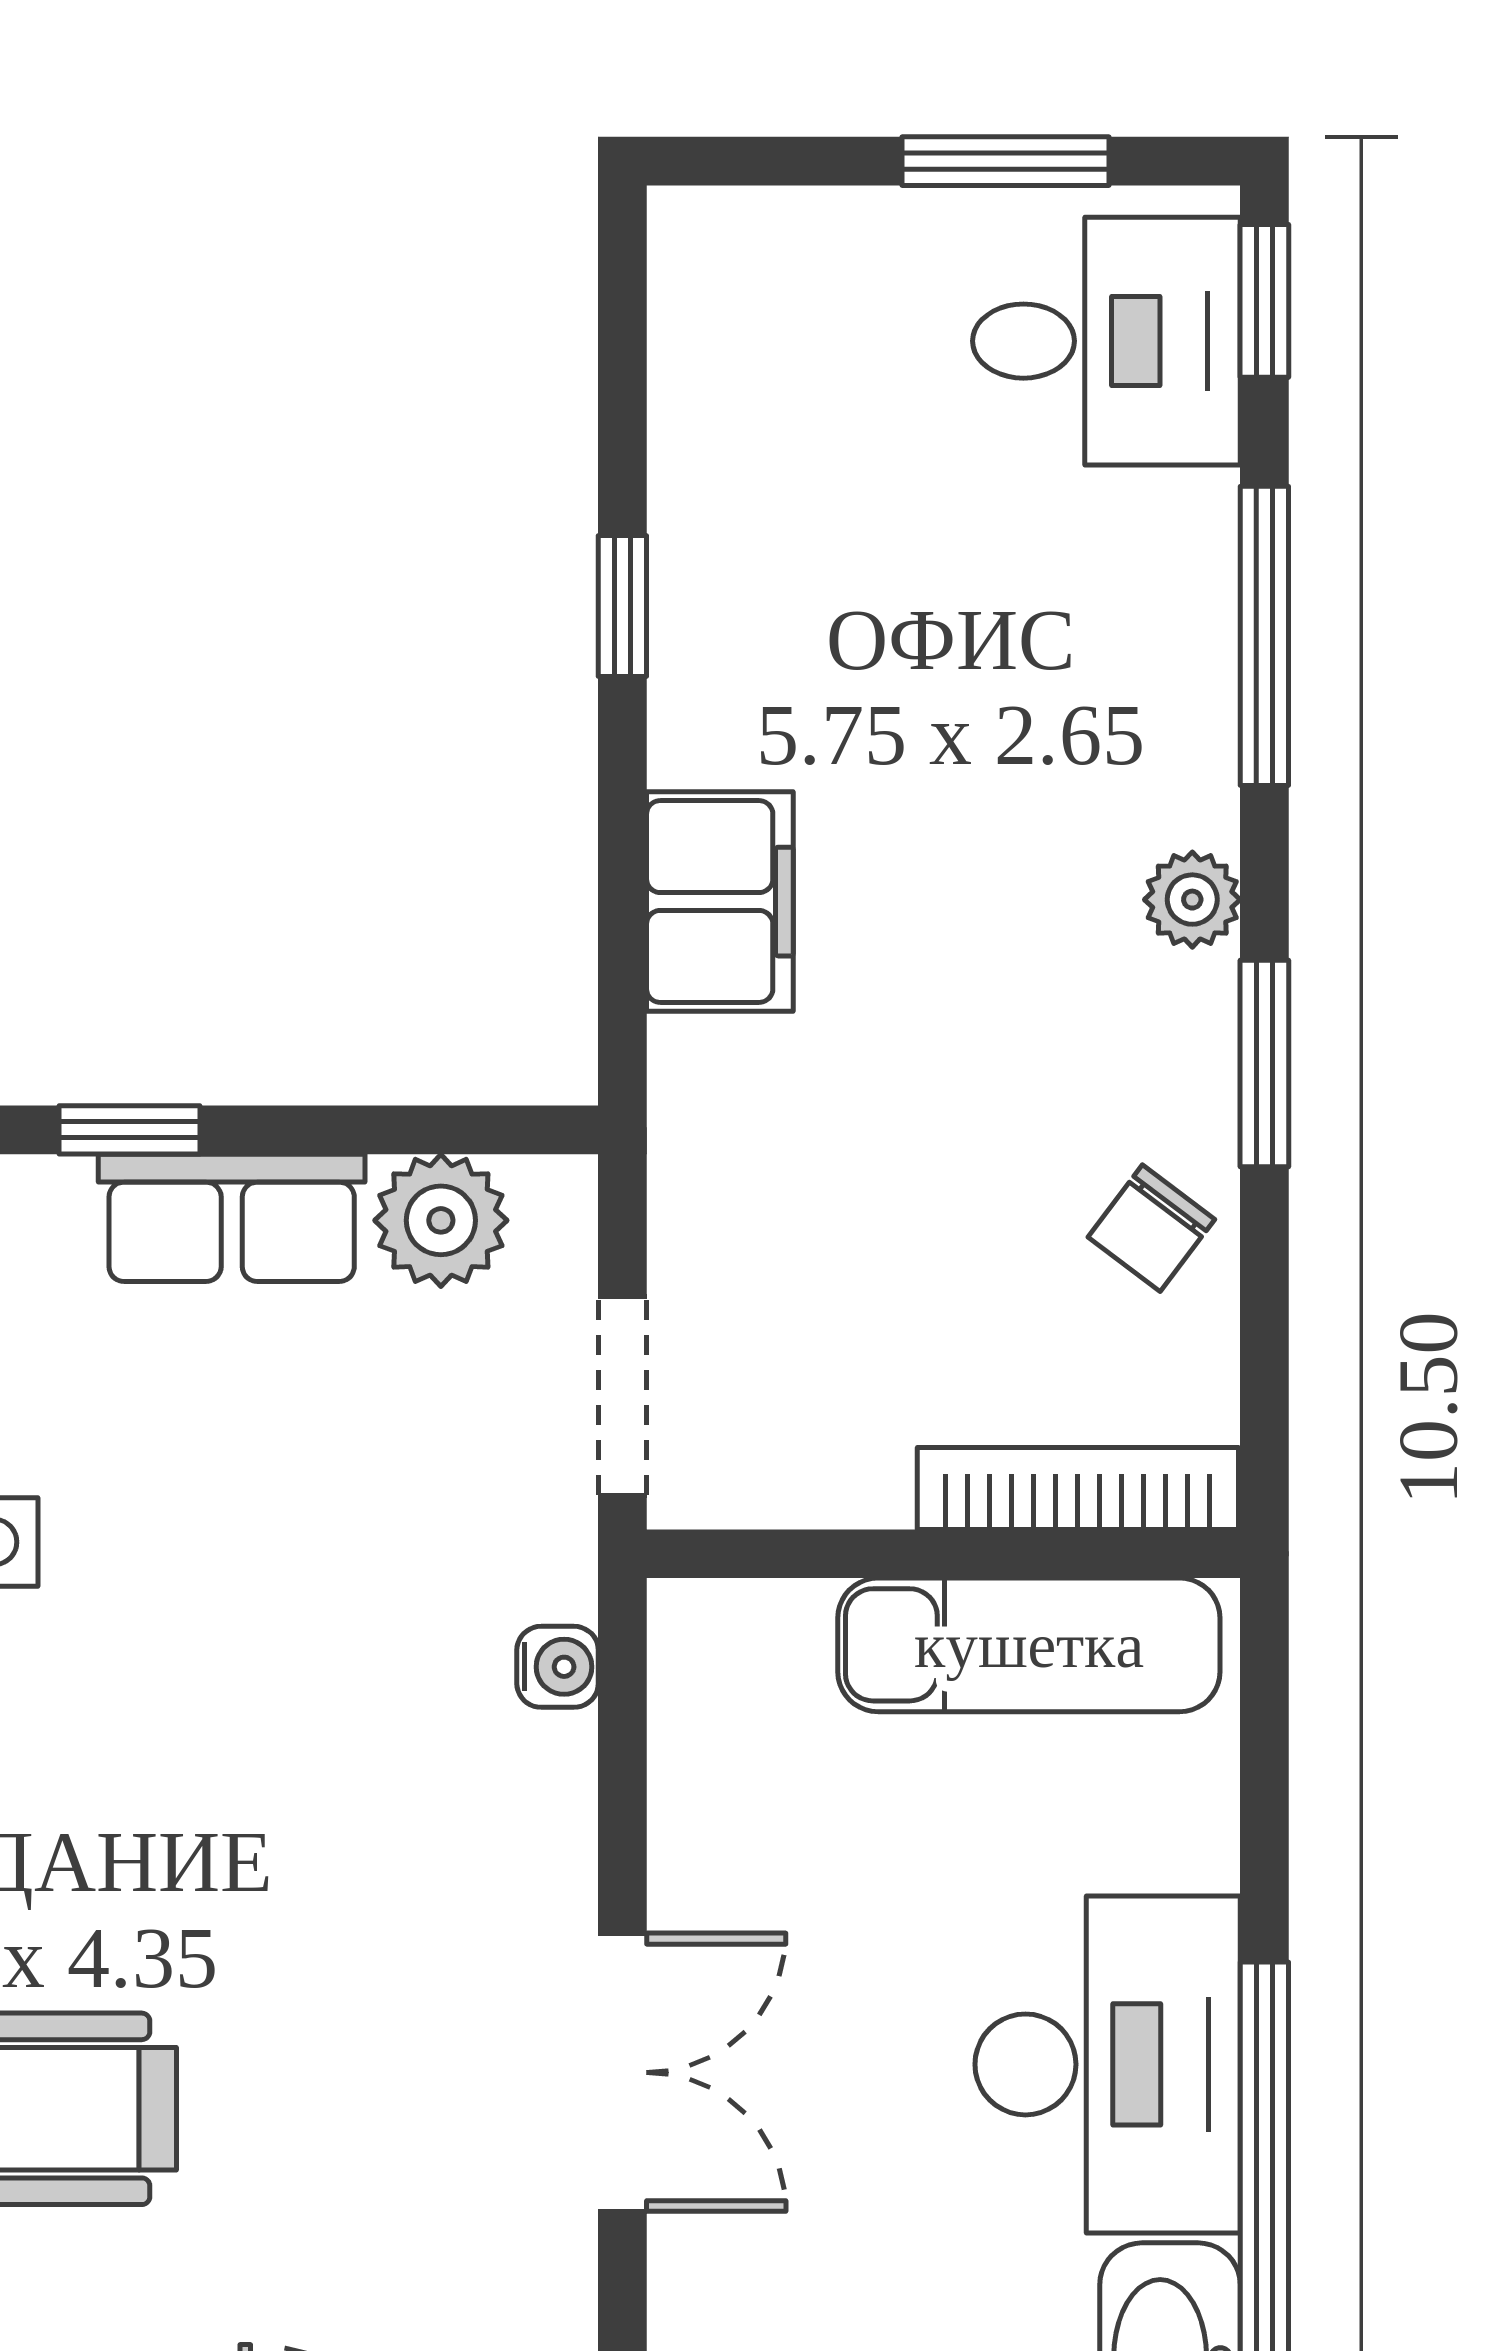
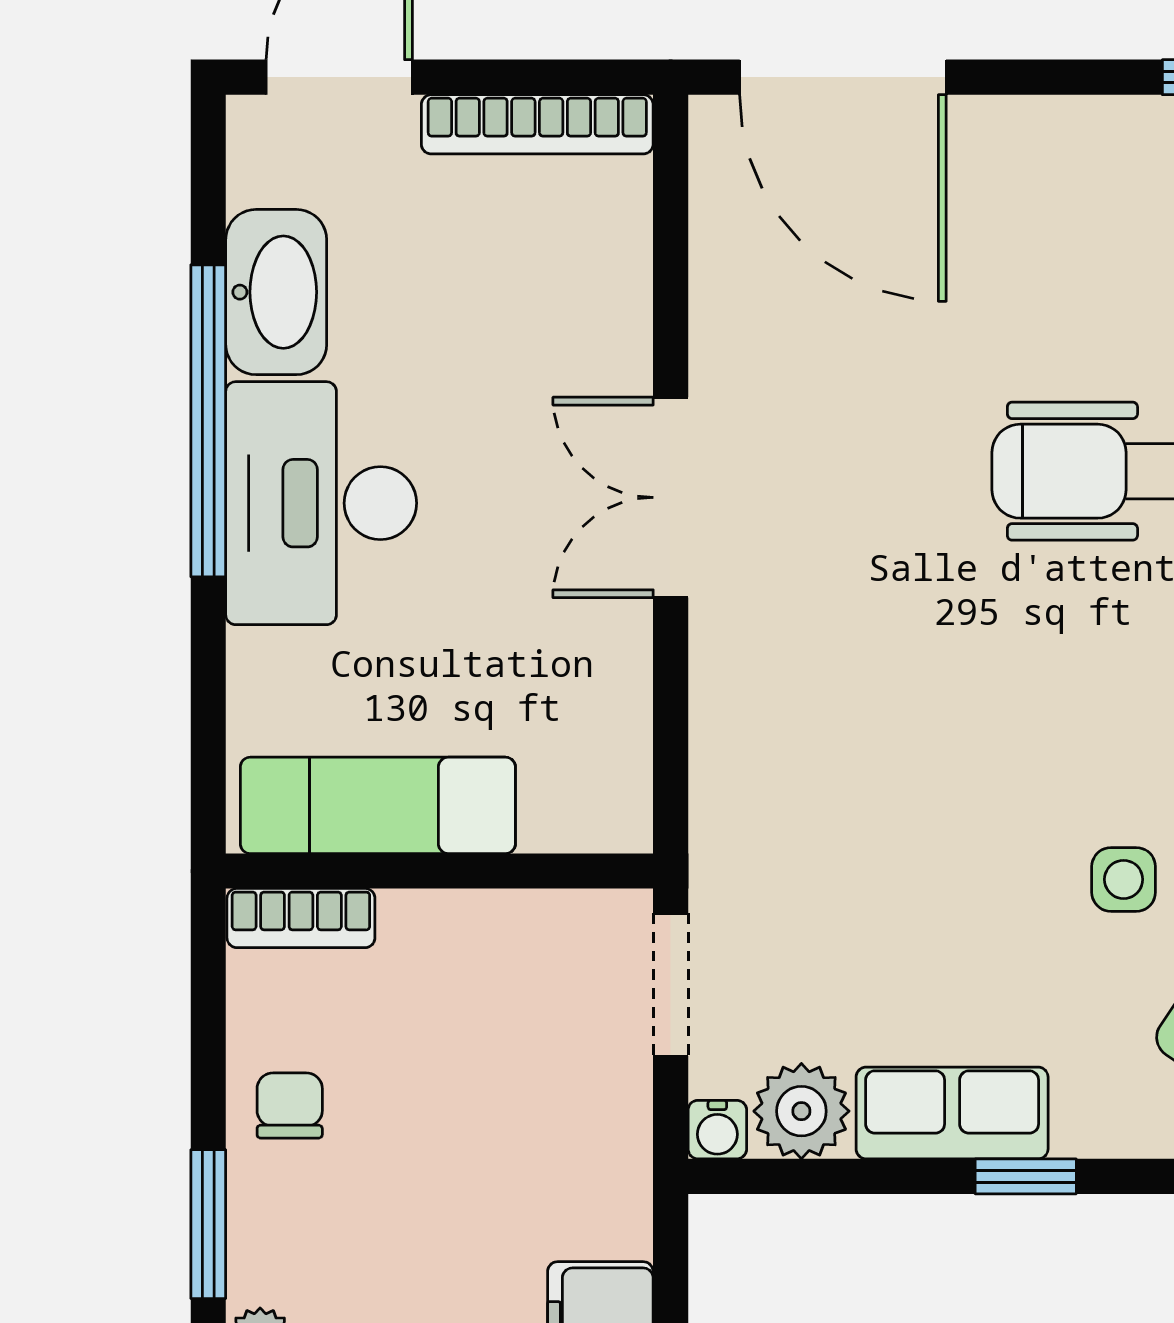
chair: (1151, 1228) -> (290, 1106), turned -37
bookcase: (1078, 1488) -> (301, 918), width x0.64
water cooler: (558, 1667) -> (717, 1130), moved, turned -90

